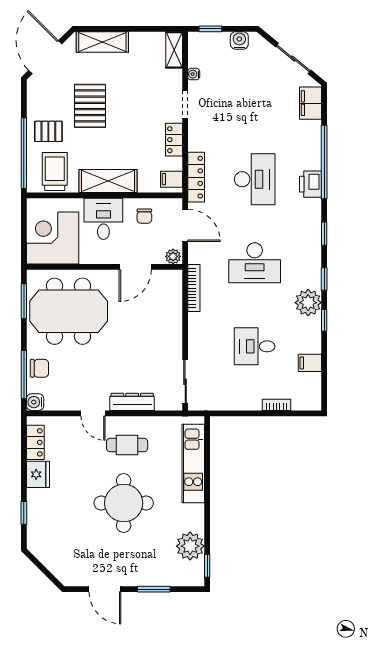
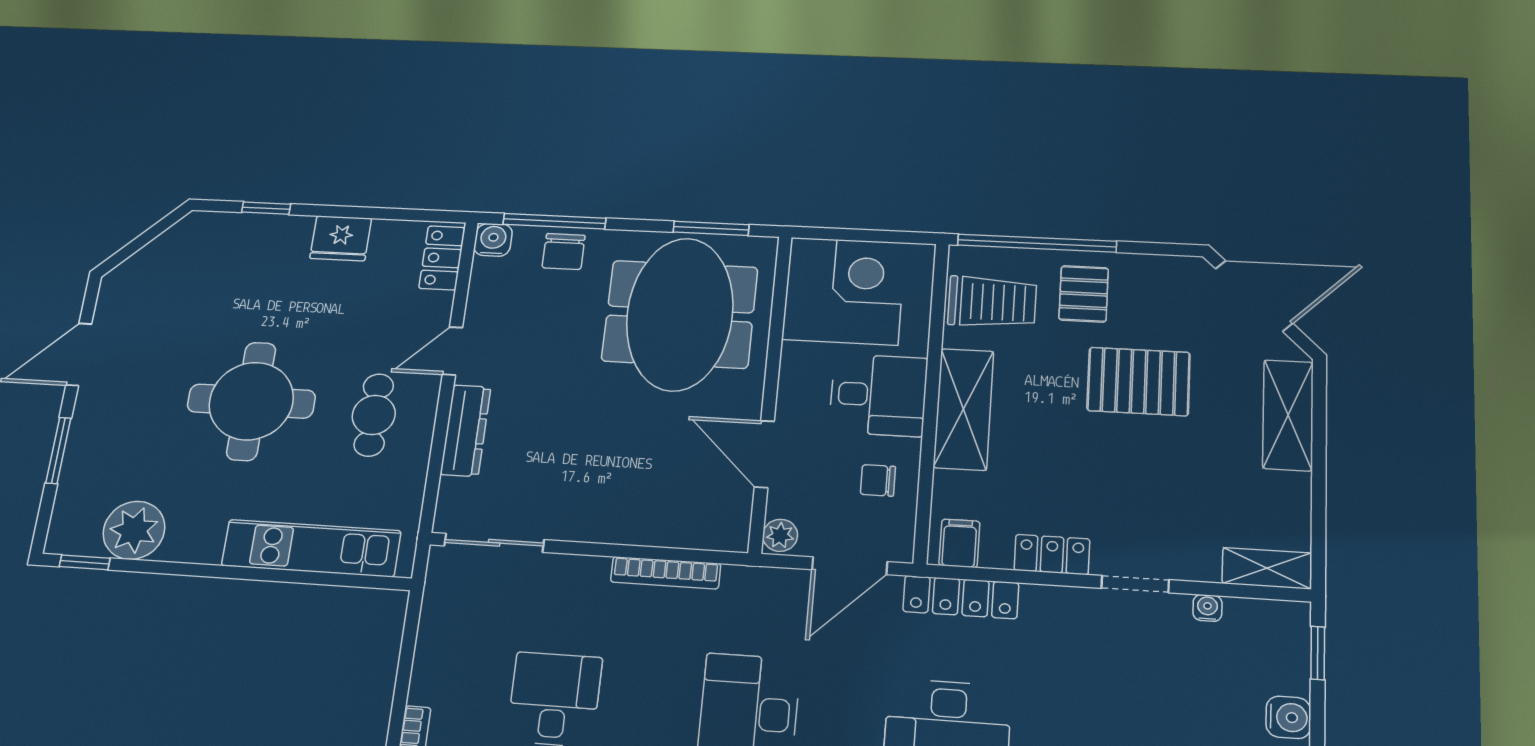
bookcase: (194, 288) -> (666, 573), moved
locker: (35, 442) -> (442, 258), moved, turned 90

